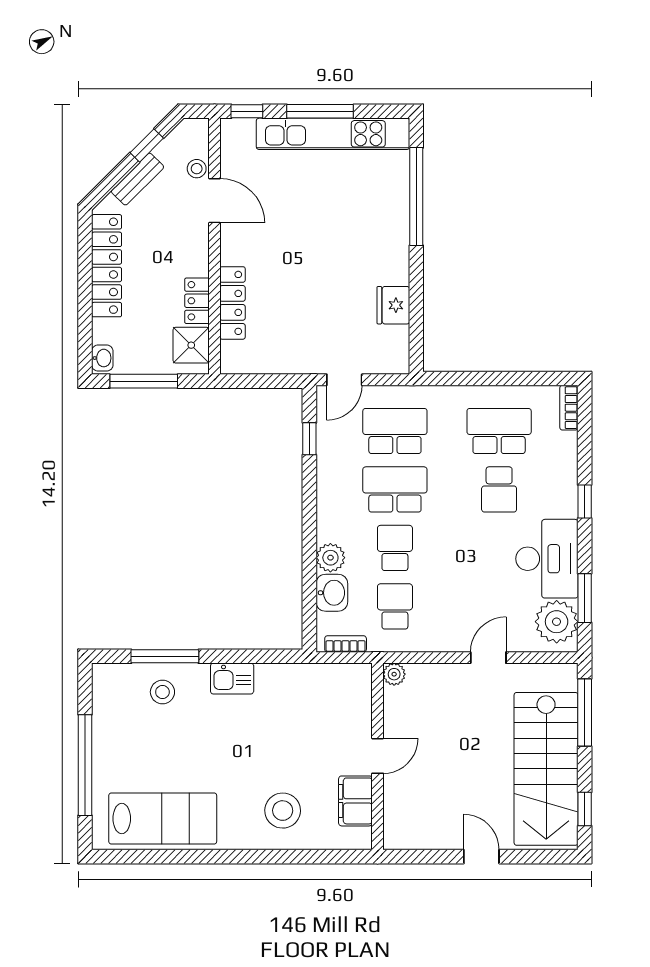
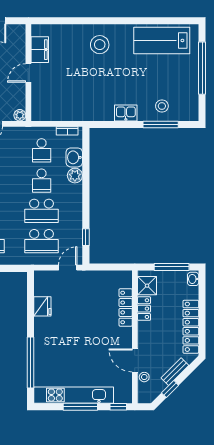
plant: (394, 674) -> (20, 115), moved
door: (378, 756) -> (28, 73), moved
wall: (378, 756) -> (28, 73), moved
filing cabinet: (355, 801) -> (40, 50), moved

